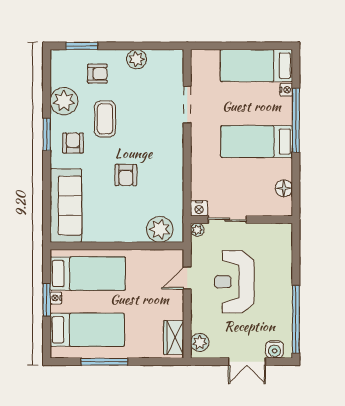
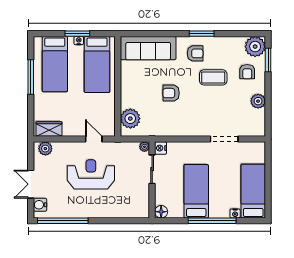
plant: (64, 101) -> (255, 47), moved
nightstand: (199, 208) -> (161, 148), moved
sliding door: (227, 220) -> (152, 169), moved
wall: (241, 220) -> (152, 180), moved
plant: (197, 230) -> (144, 147), moved

